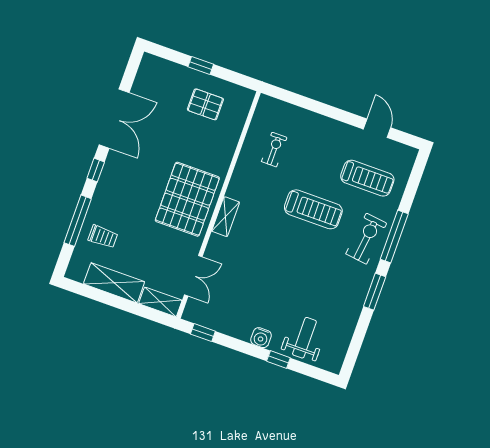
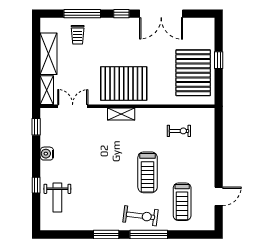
pallet: (205, 104) -> (193, 73), width x2.05, depth x2.00
double door: (193, 276) -> (73, 106), swing flipped
water cooler: (261, 338) -> (47, 154), moved
weight bench: (304, 338) -> (57, 198), turned 90

